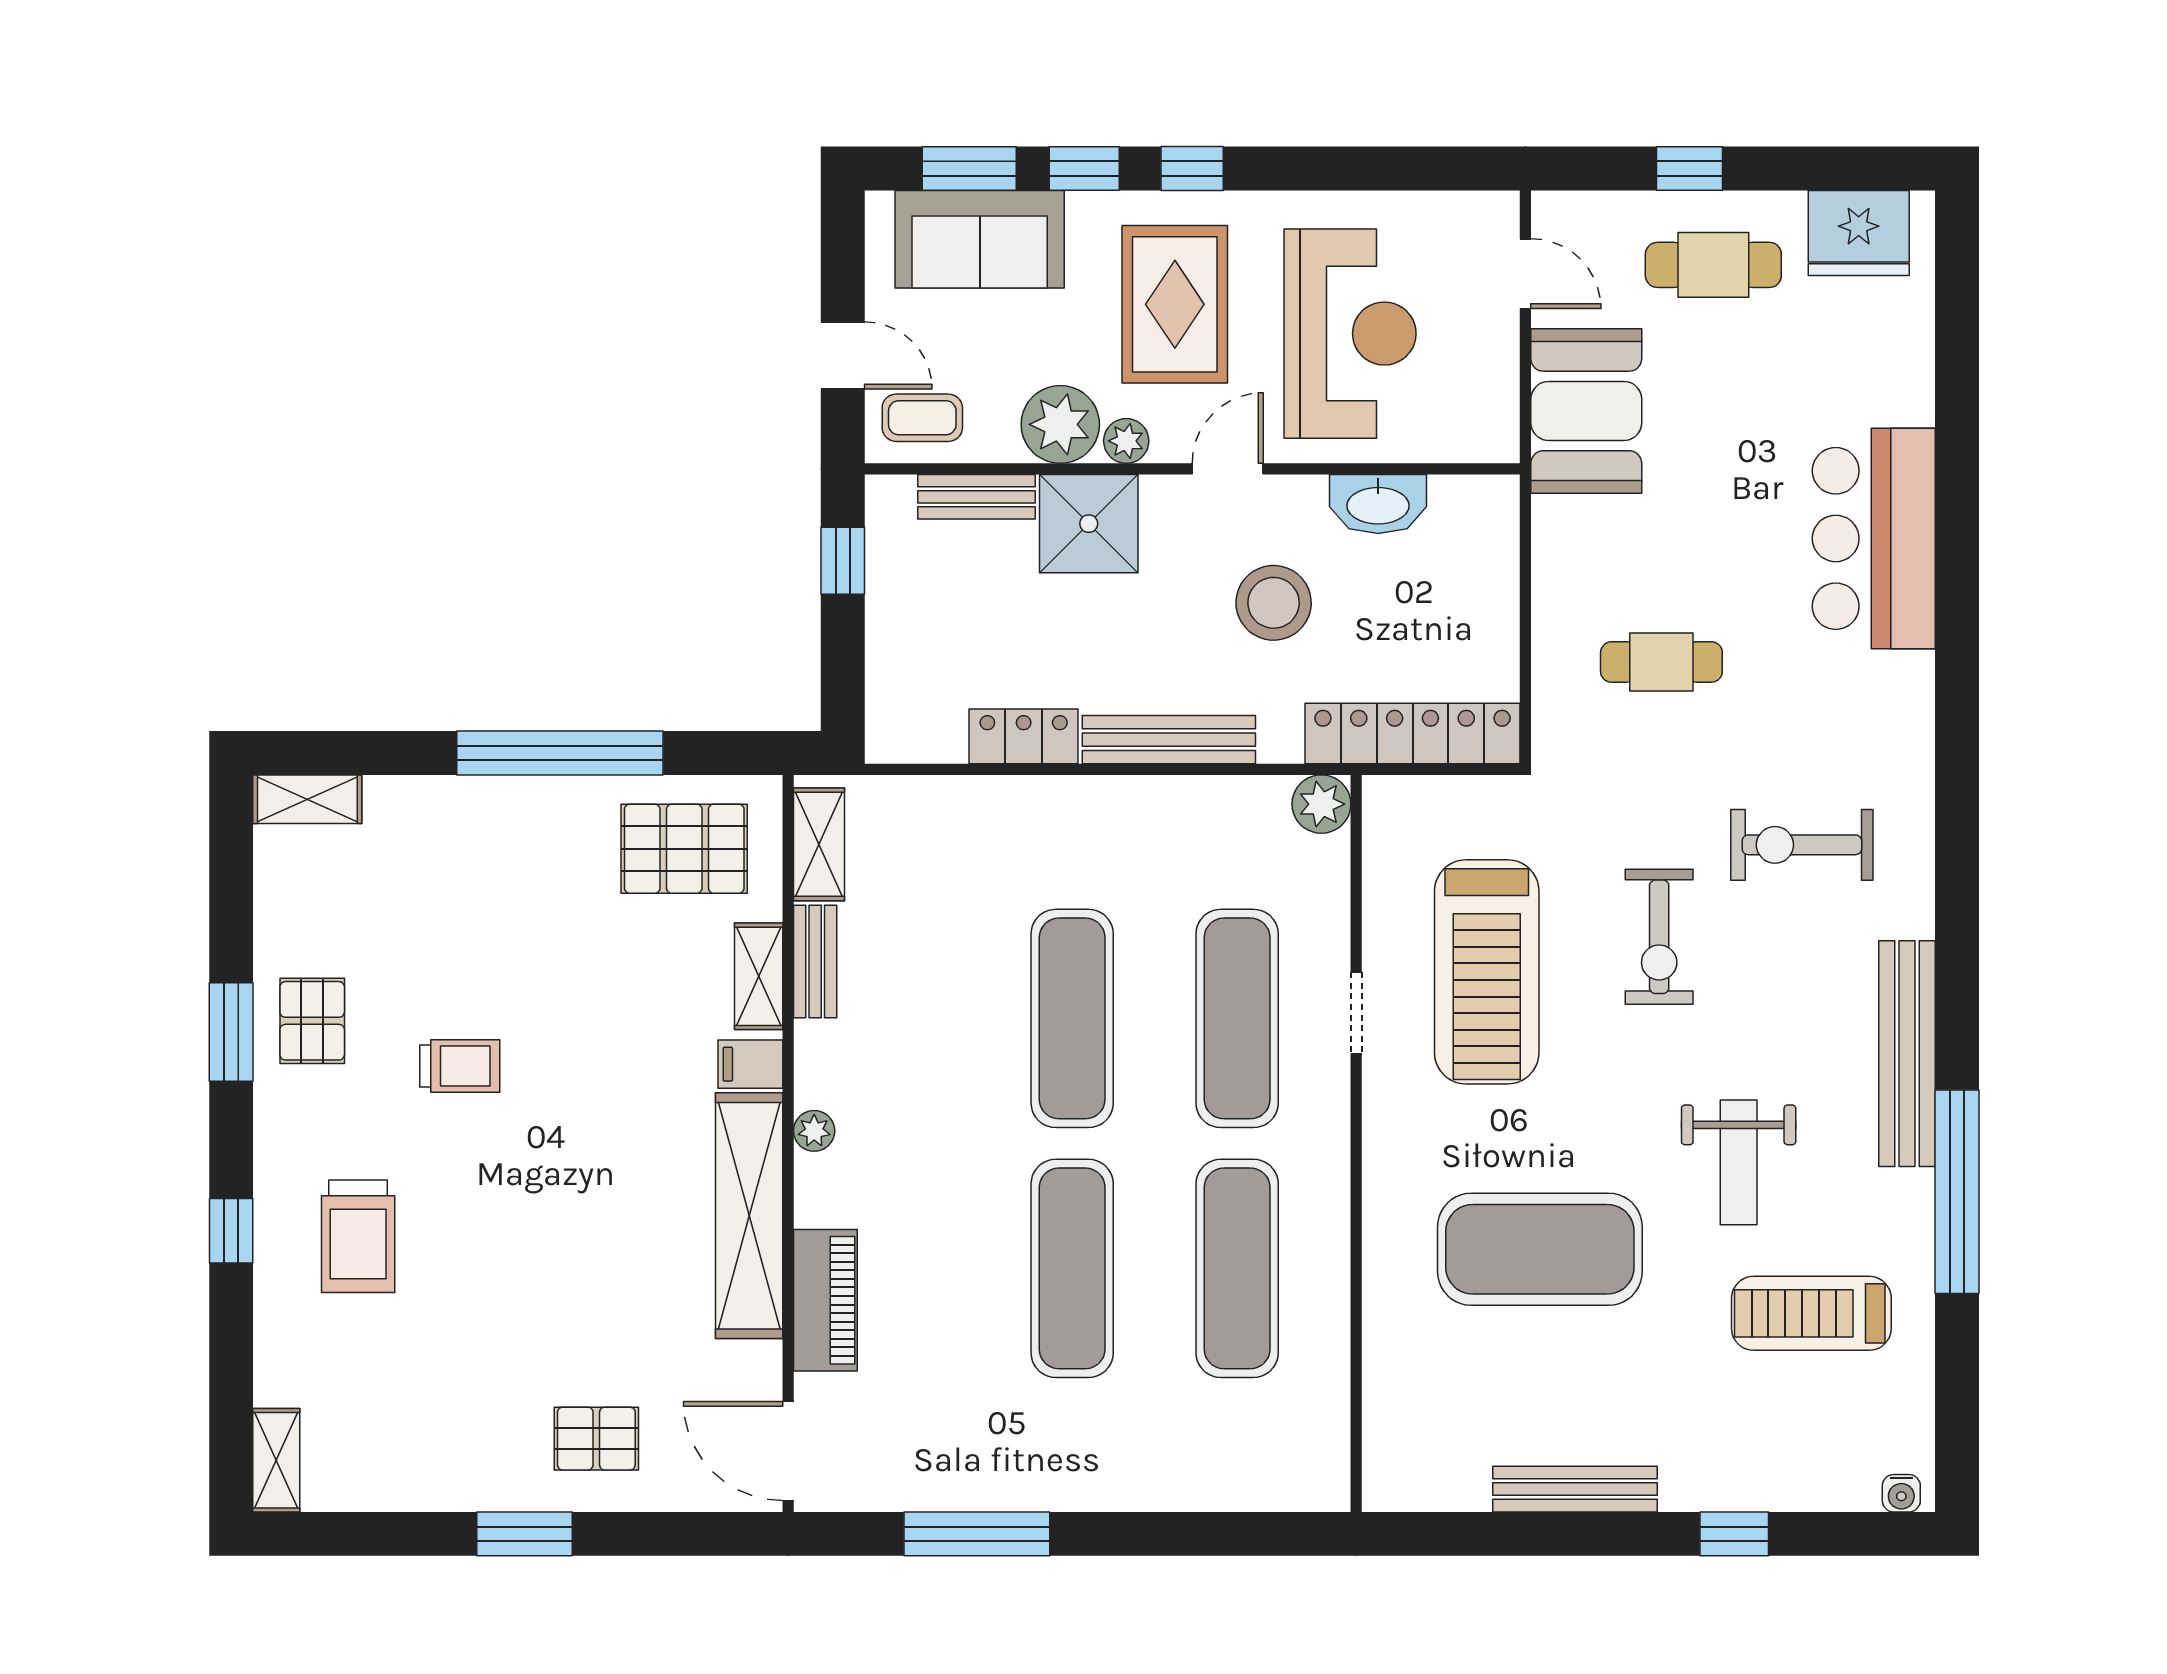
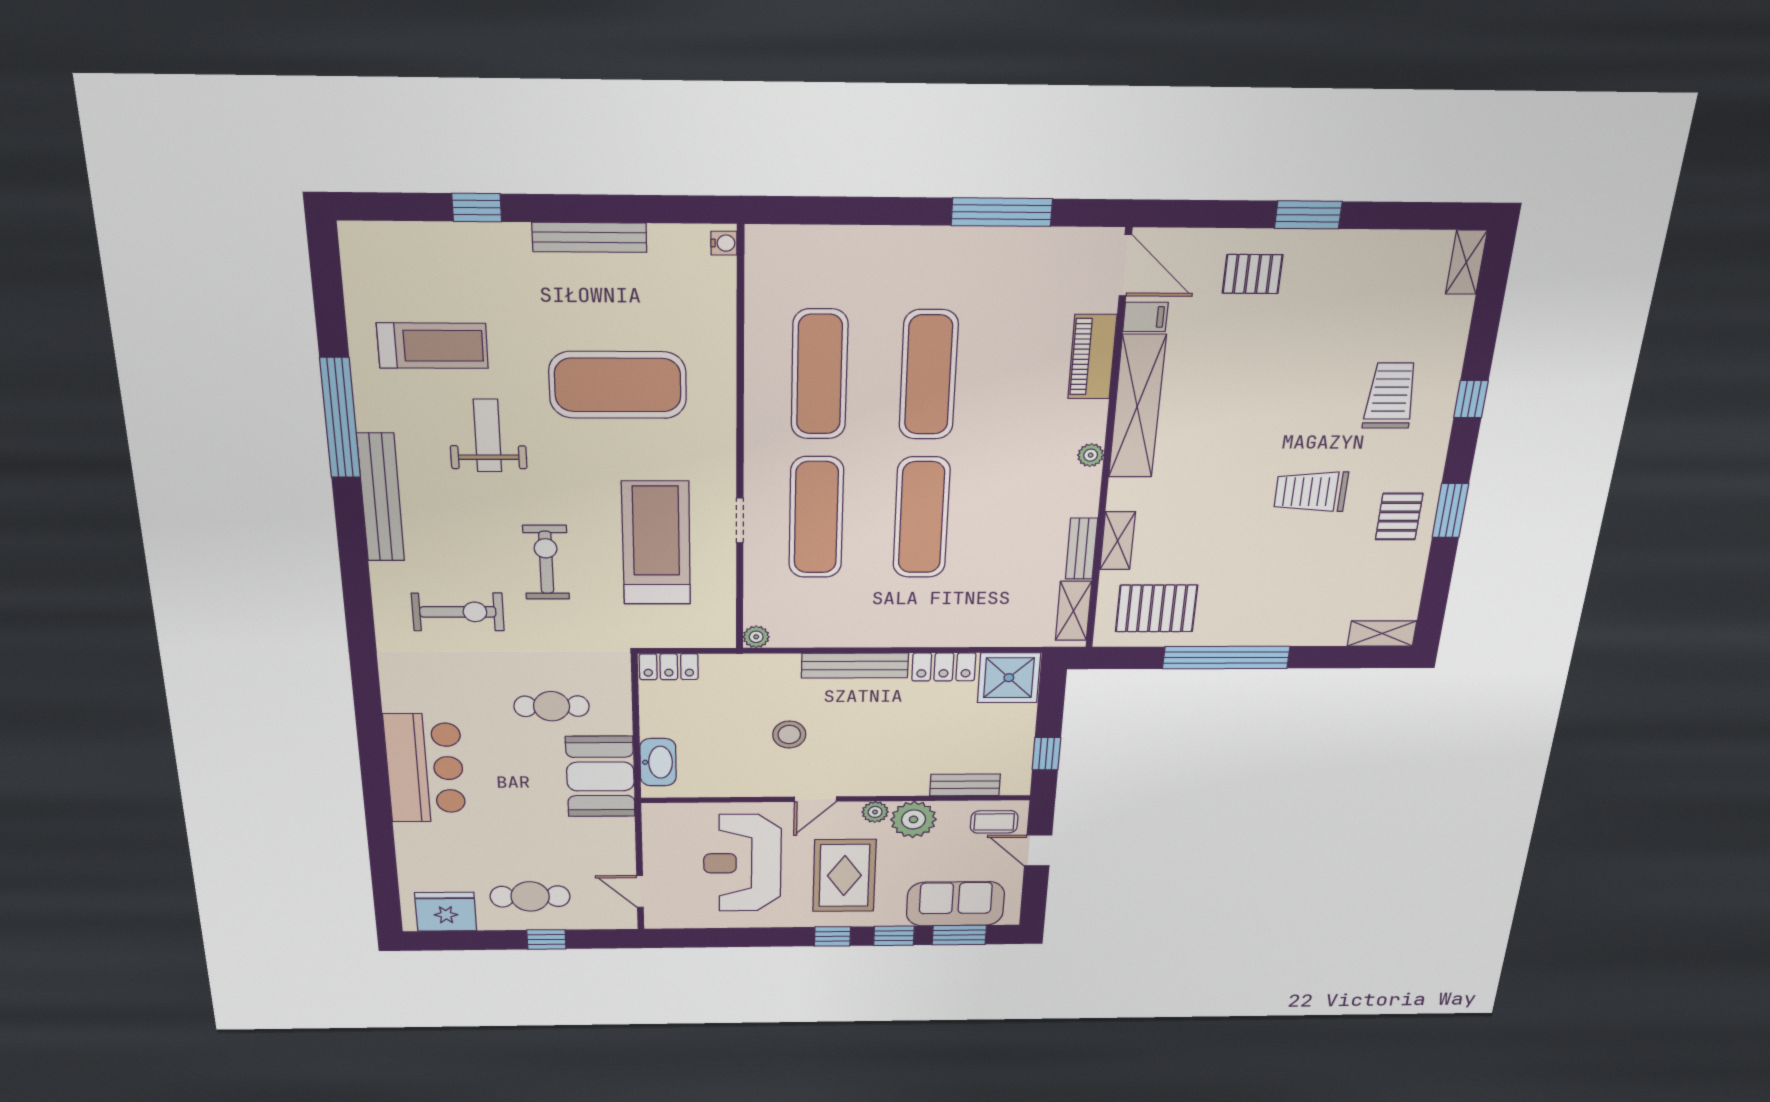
booth: (1586, 411) -> (600, 776), moved
washbasin: (1378, 504) -> (658, 762), moved, turned 90
shower: (1089, 524) -> (1009, 678), moved
stool: (1274, 603) -> (789, 735), width x0.73, depth x0.73
locker: (1413, 733) -> (669, 667), width x0.46, depth x0.83
plant: (1321, 804) -> (756, 637), width x0.73, depth x0.73
filing cabinet: (750, 1064) -> (1145, 317), moved
trolley: (460, 1066) -> (1311, 492), width x1.36, depth x1.39
water cooler: (1901, 1493) -> (724, 243), moved, turned 90

